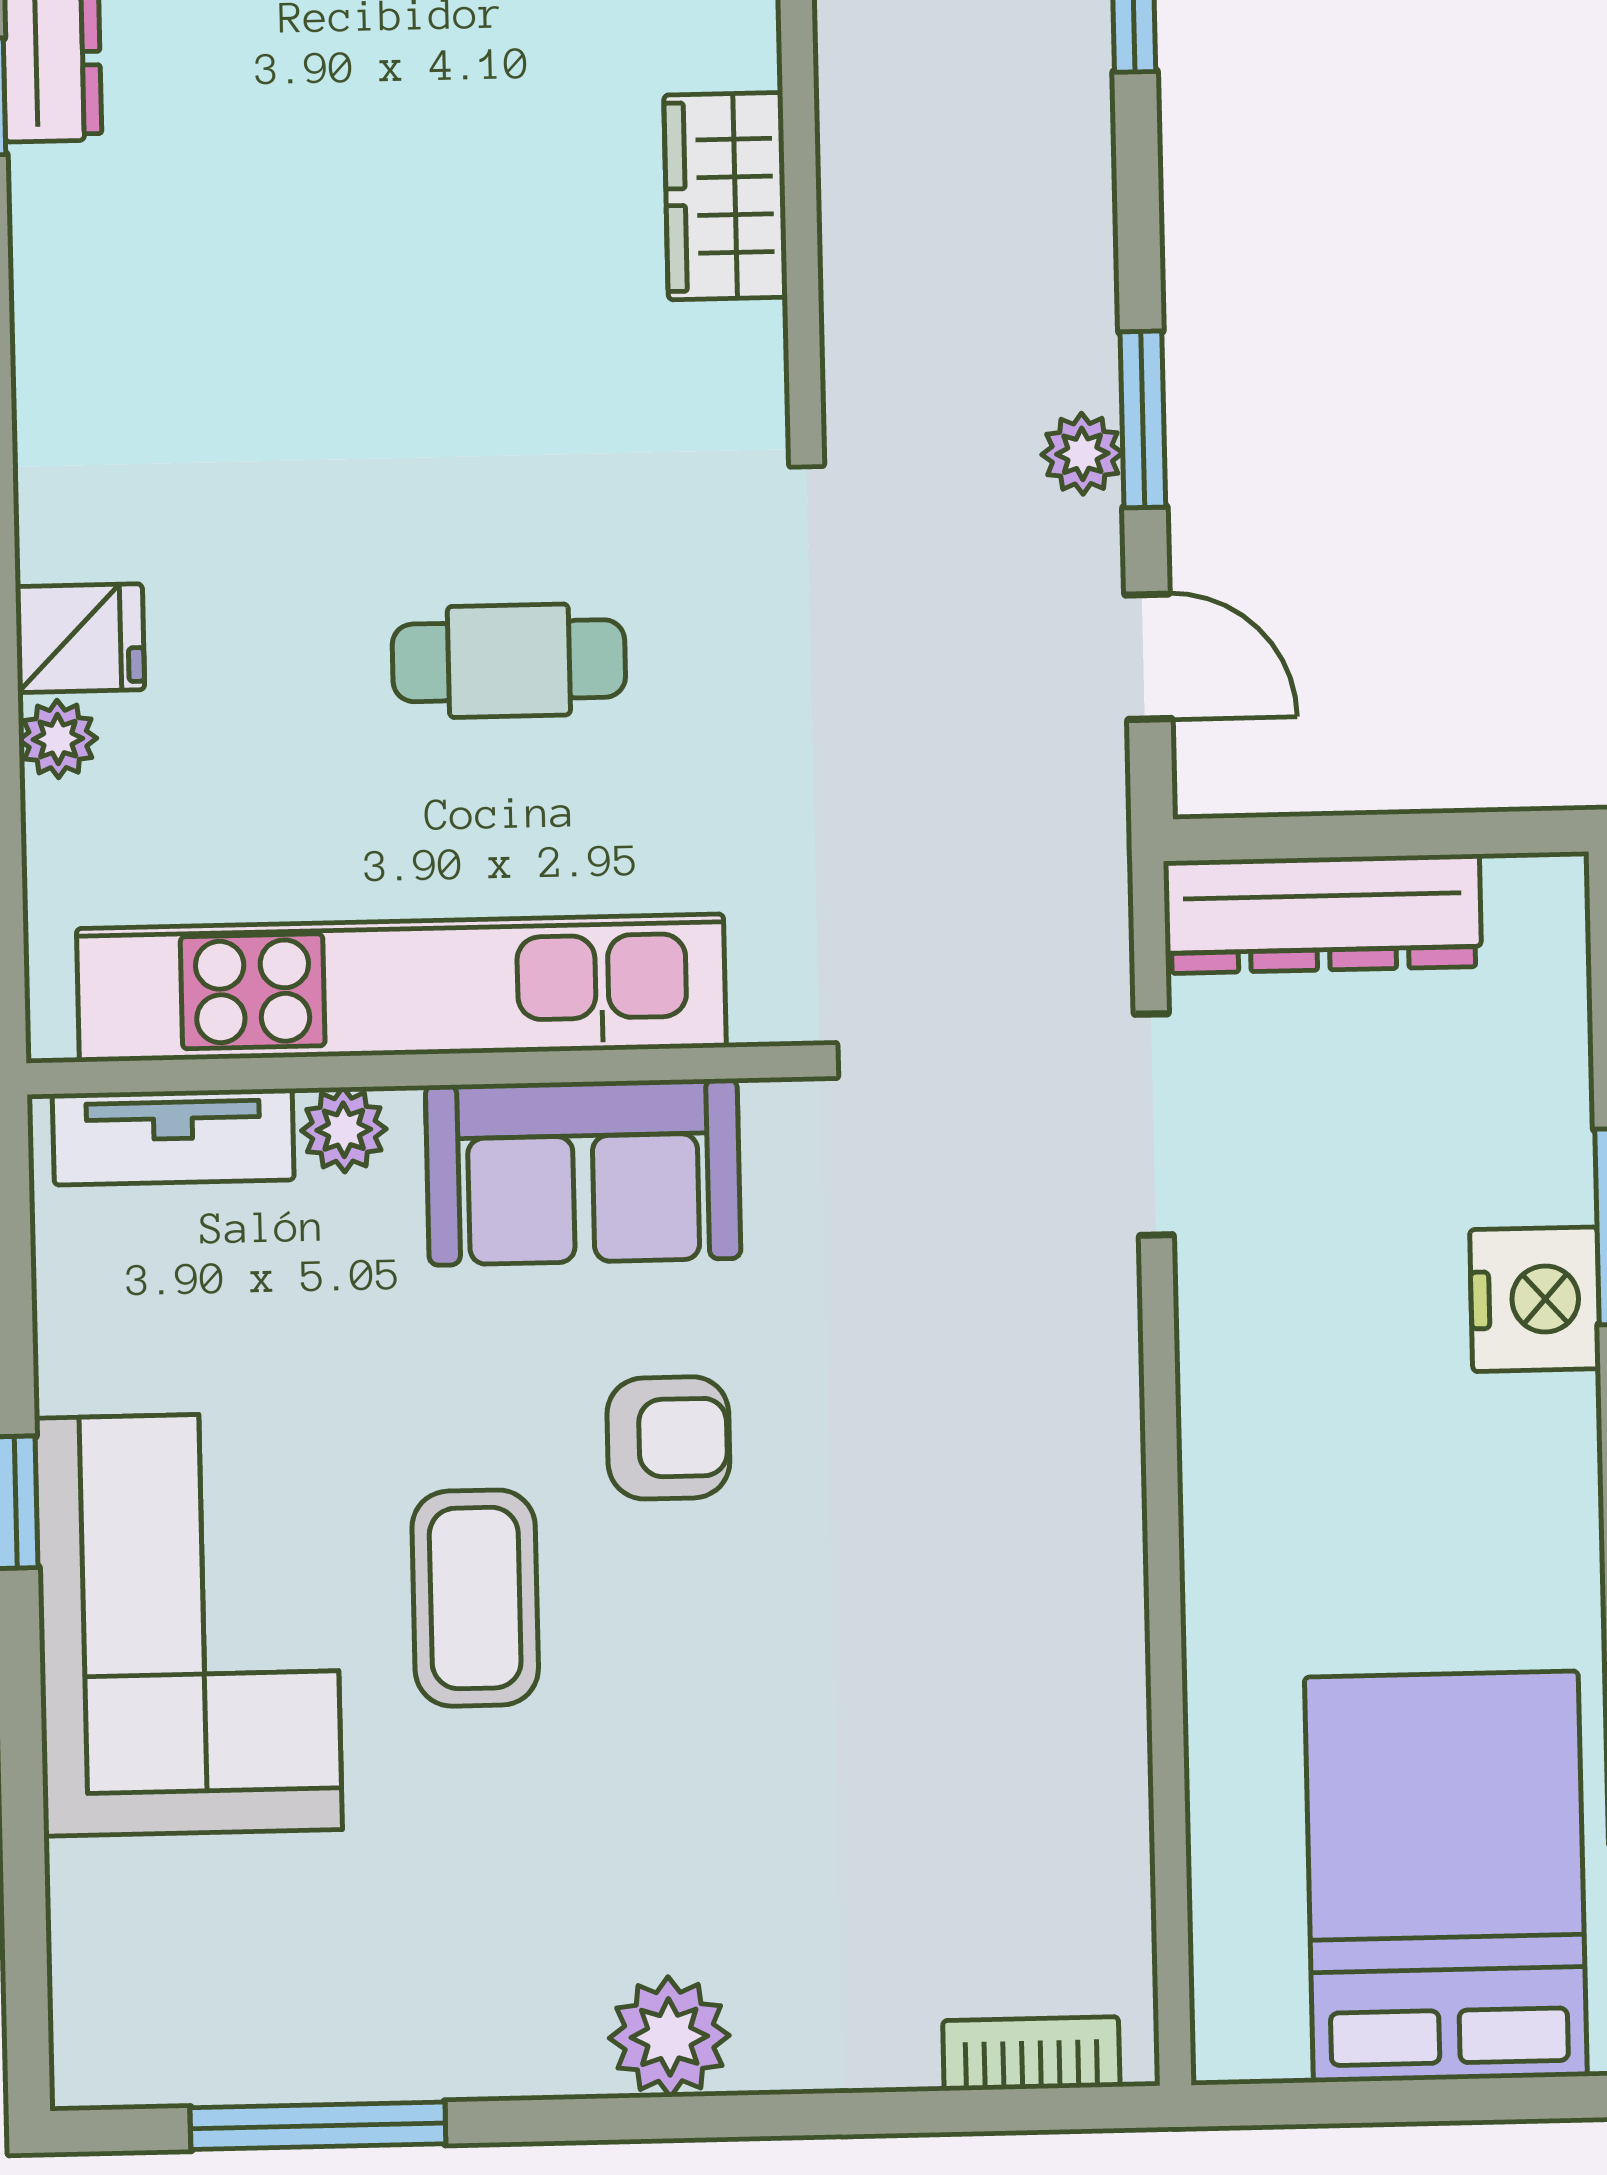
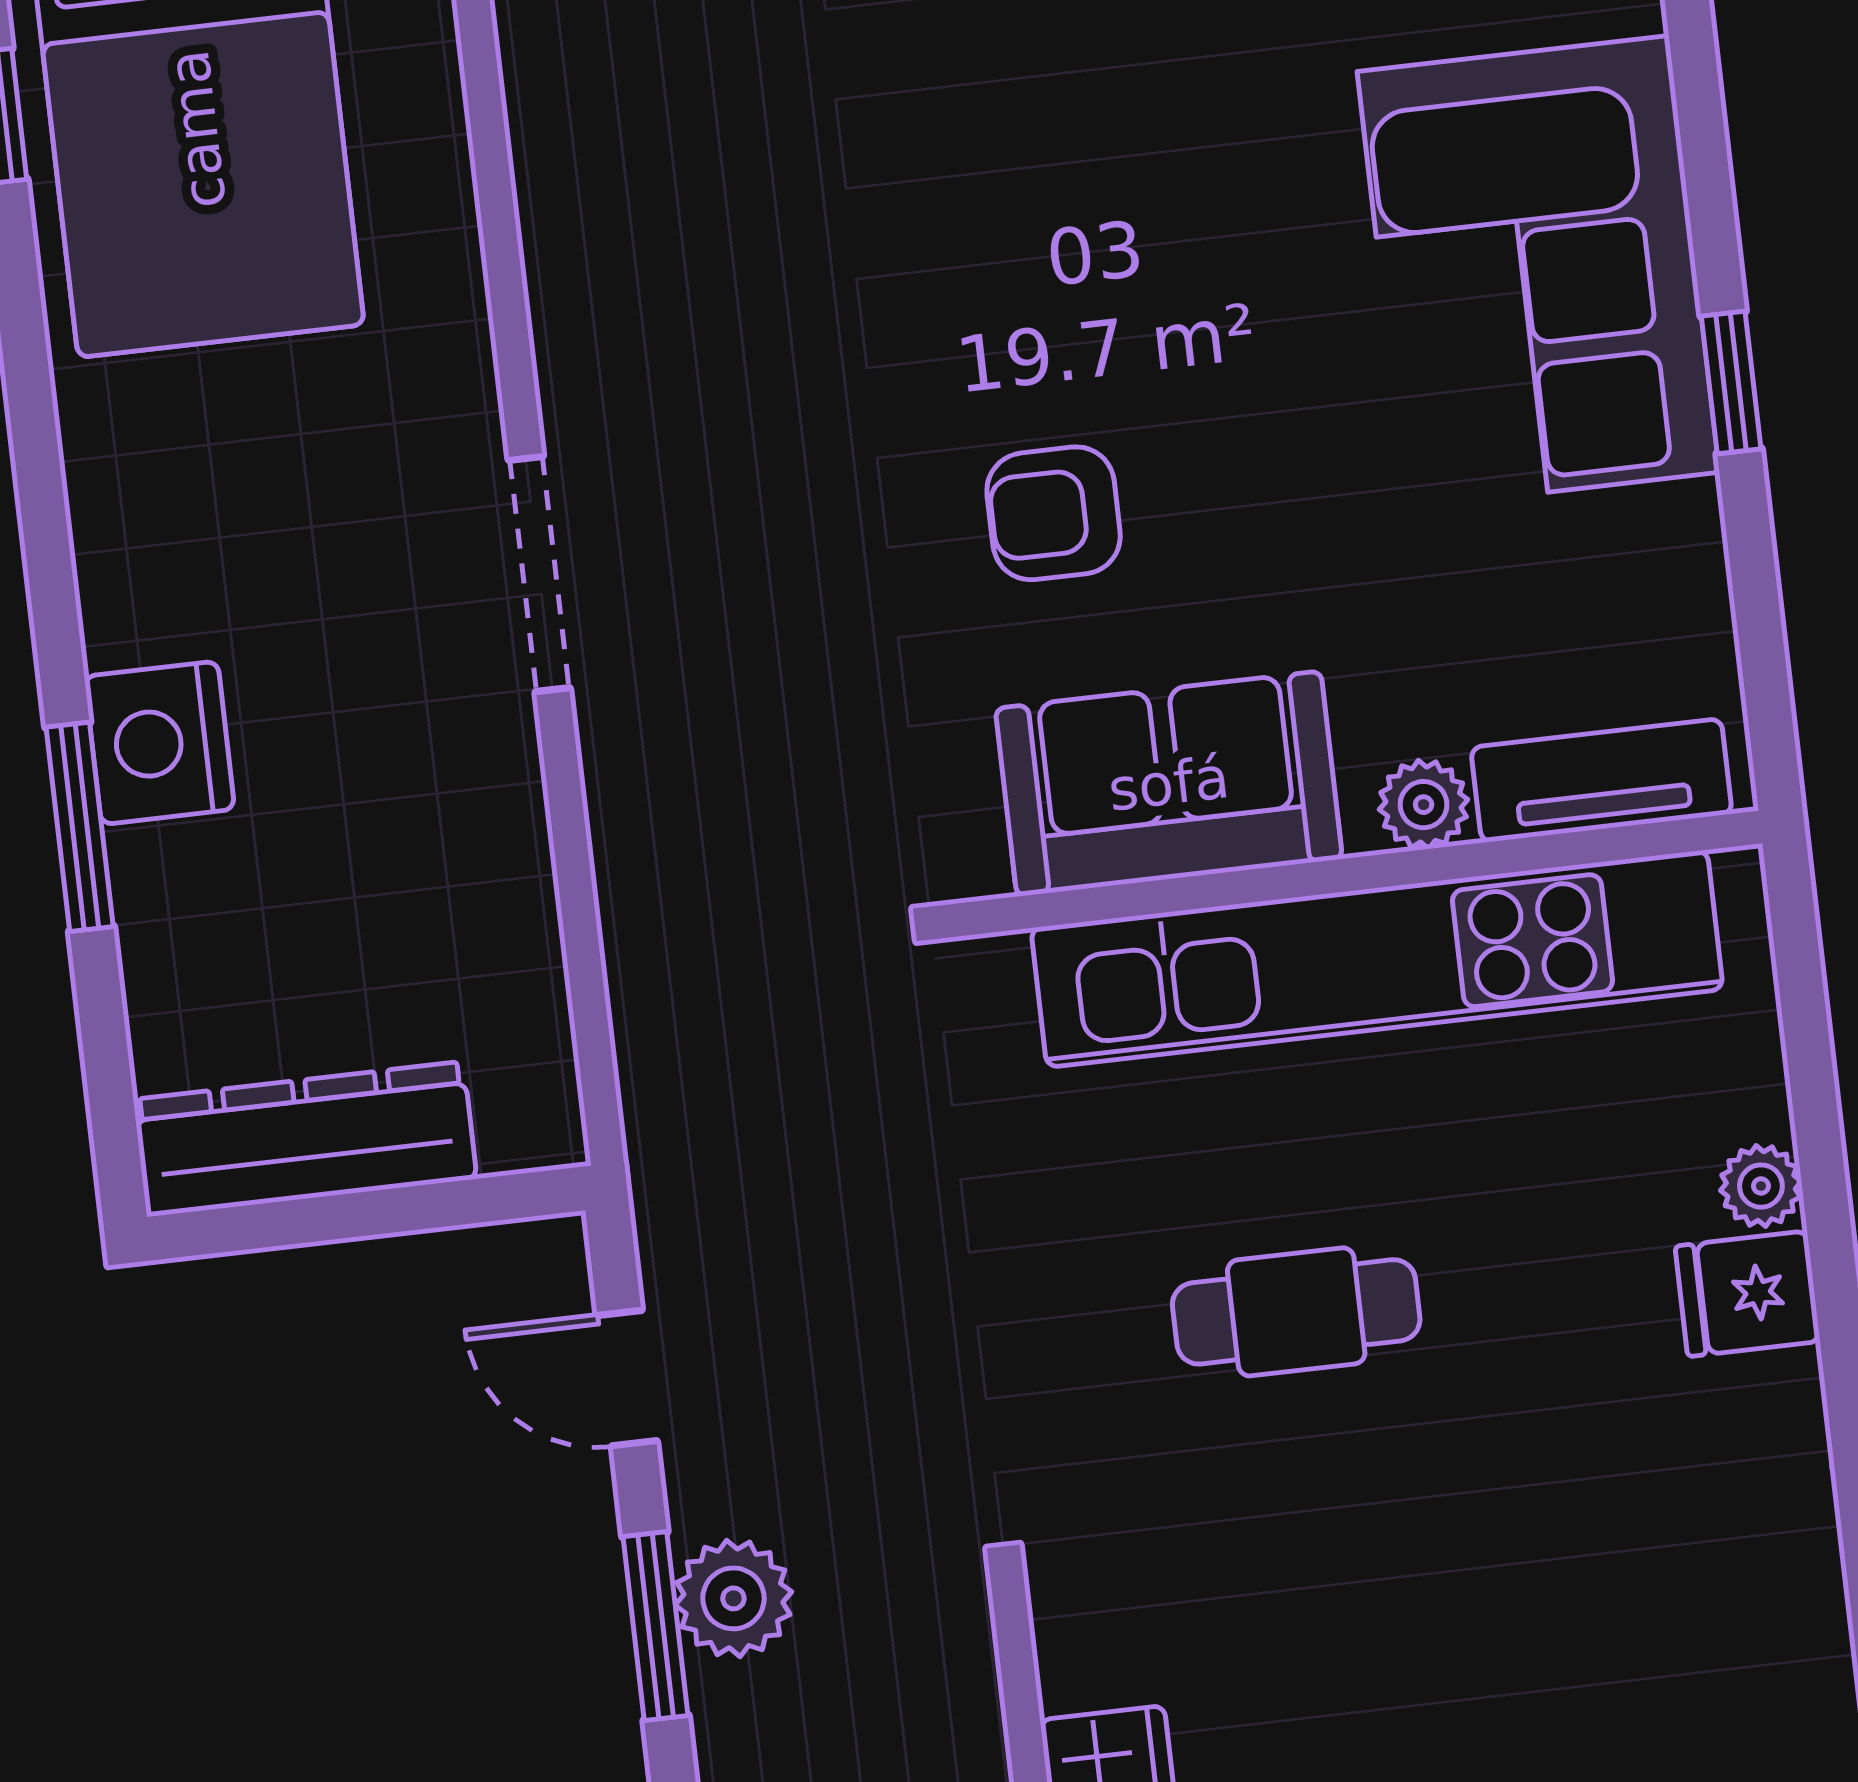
plant: (1082, 454) -> (733, 1598), width x1.38, depth x1.38
dresser: (1323, 914) -> (305, 1139), moved
doorway: (1154, 1125) -> (539, 574), moved
coffee table: (475, 1598) -> (1240, 327), removed

